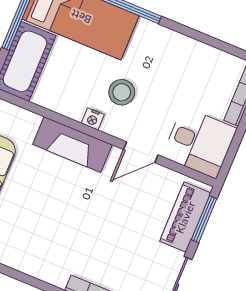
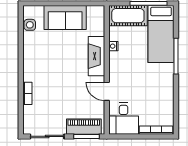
stool: (122, 92) -> (132, 70), removed
nightstand: (93, 119) -> (113, 46), moved

